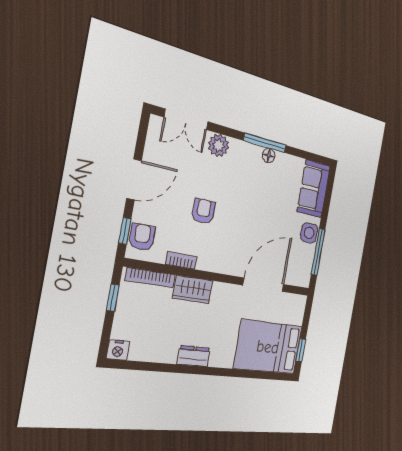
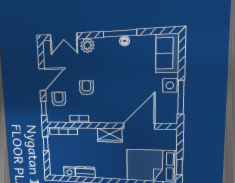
armchair: (142, 237) -> (59, 99), moved
wardrobe: (193, 289) -> (110, 135), moved
nightstand: (118, 350) -> (69, 172), moved
dresser: (194, 356) -> (85, 172), moved

